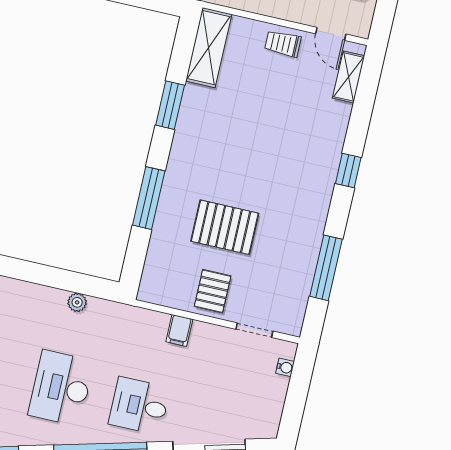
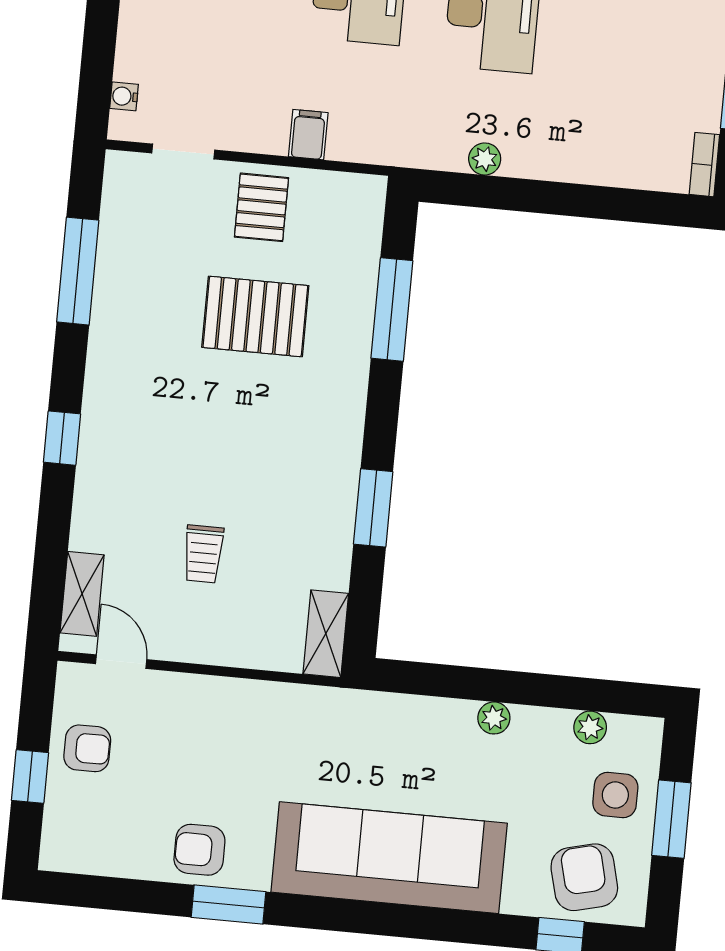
trolley: (283, 44) -> (203, 554), moved, turned 90
shelving: (209, 48) -> (326, 634), width x0.67, depth x0.75
window: (149, 198) -> (392, 309), moved

